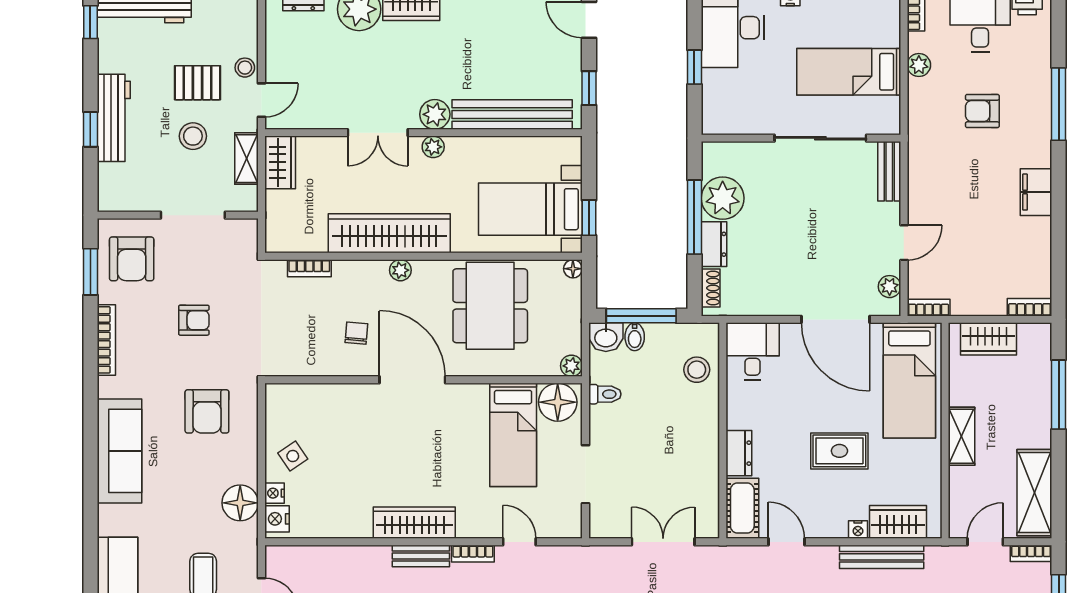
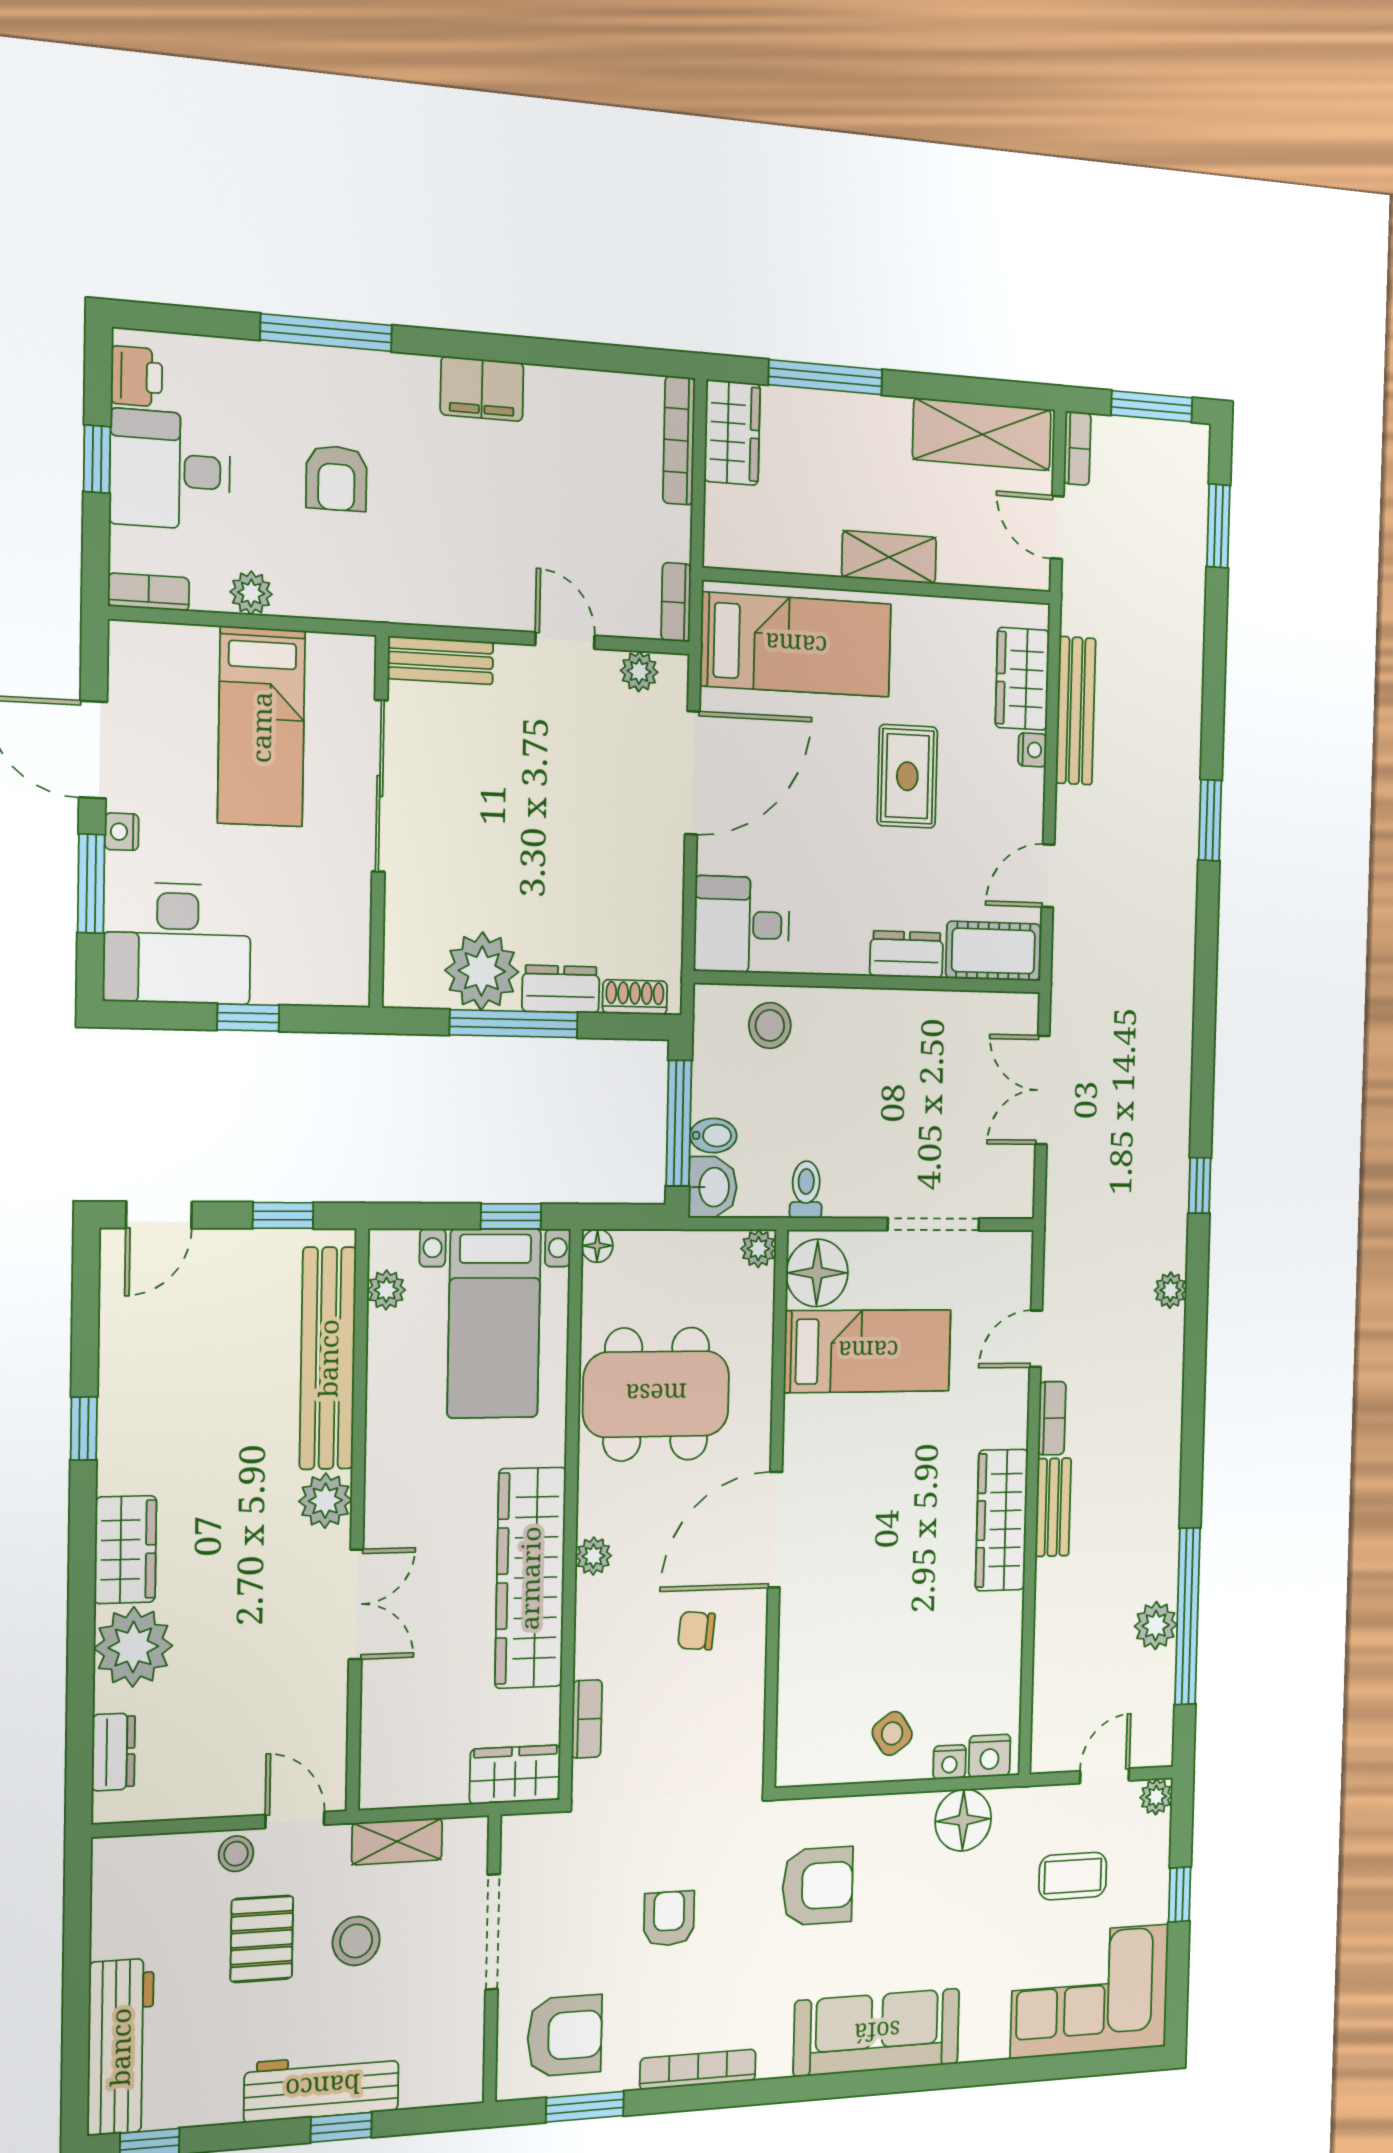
plant: (433, 147) -> (386, 1290), moved
wardrobe: (280, 162) -> (515, 1775), moved
bookcase: (1029, 307) -> (679, 440), width x1.56
wardrobe: (988, 339) -> (732, 432), moved

